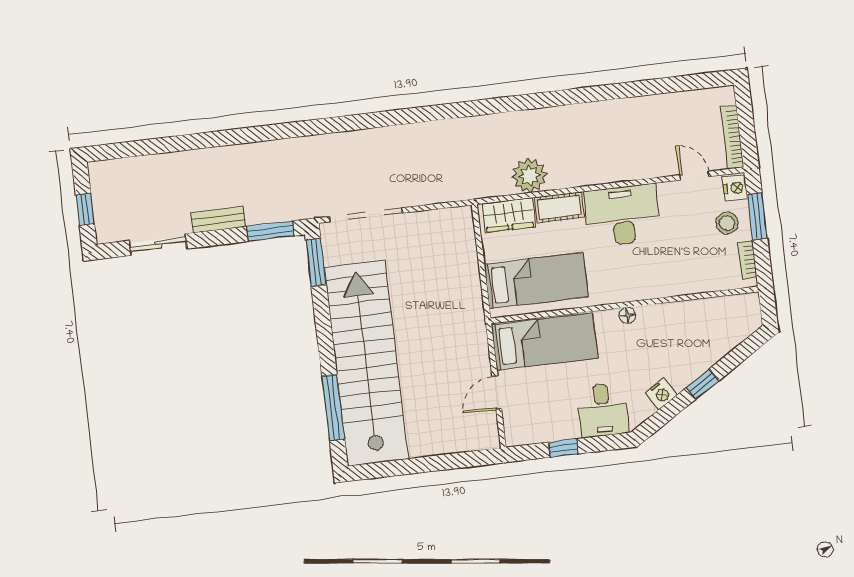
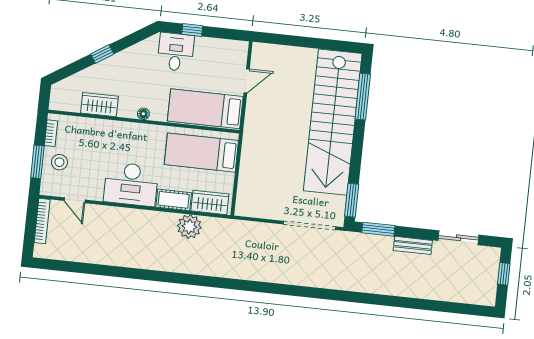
nightstand: (735, 188) -> (48, 185), removed
wardrobe: (690, 314) -> (100, 105), added
nightstand: (661, 394) -> (132, 54), removed
window: (563, 448) -> (192, 30), moved

